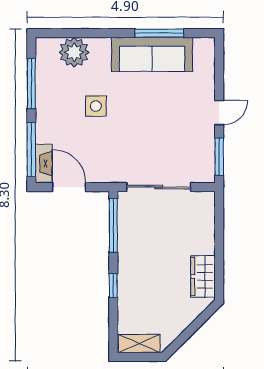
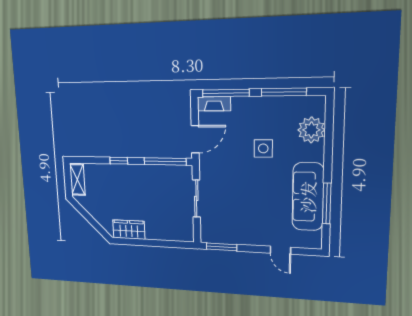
door: (219, 113) -> (280, 250), moved
door: (69, 187) -> (195, 139), moved
sliding door: (159, 187) -> (196, 198), width x0.73

